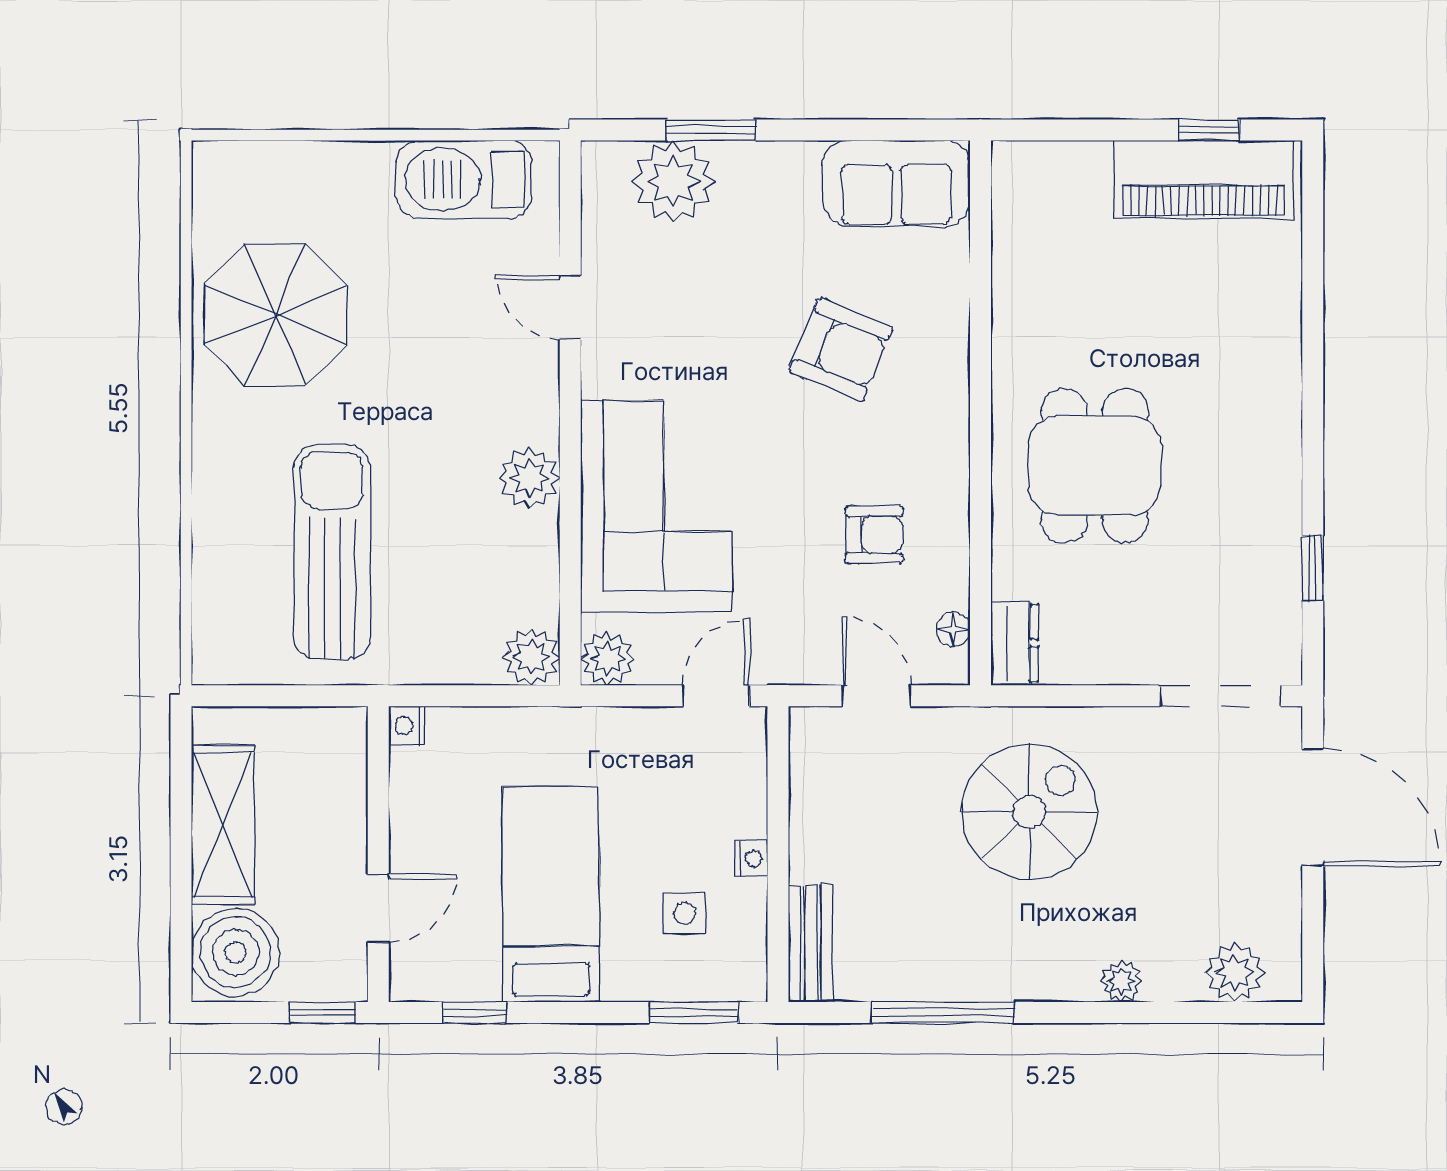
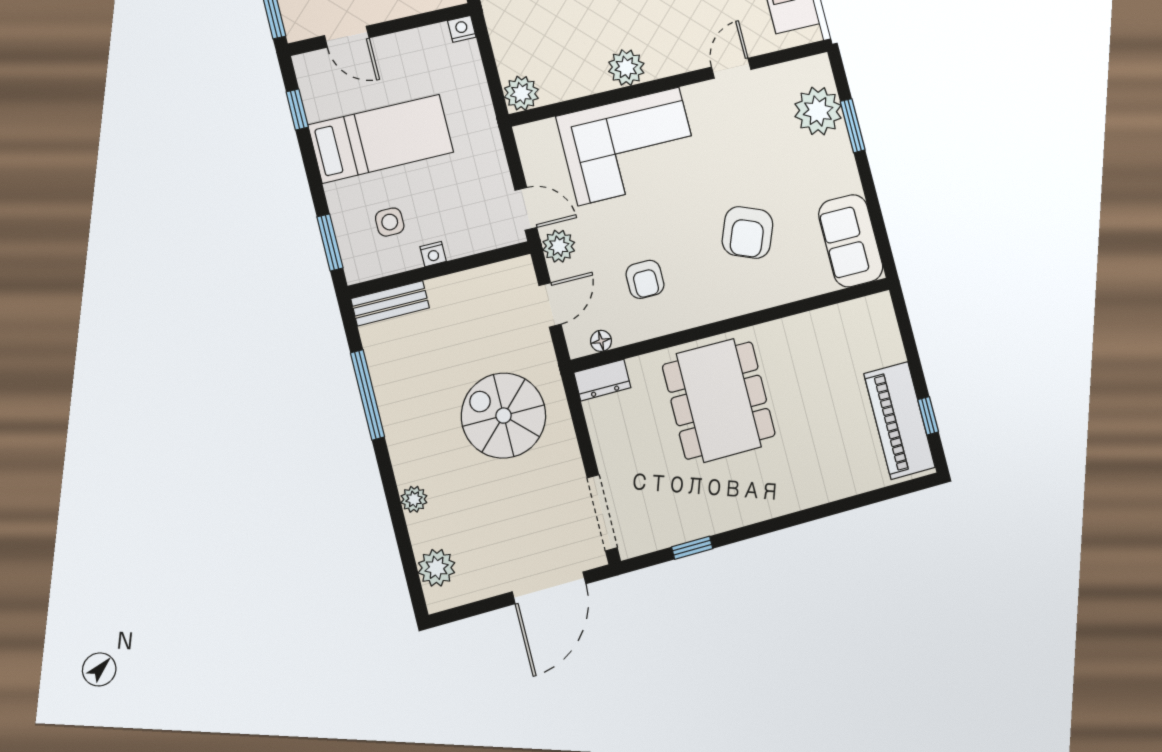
dining table: (1095, 466) -> (719, 400), width x1.38
plant: (608, 659) -> (559, 246), moved
spiral stairs: (1029, 812) -> (504, 416), turned 180

